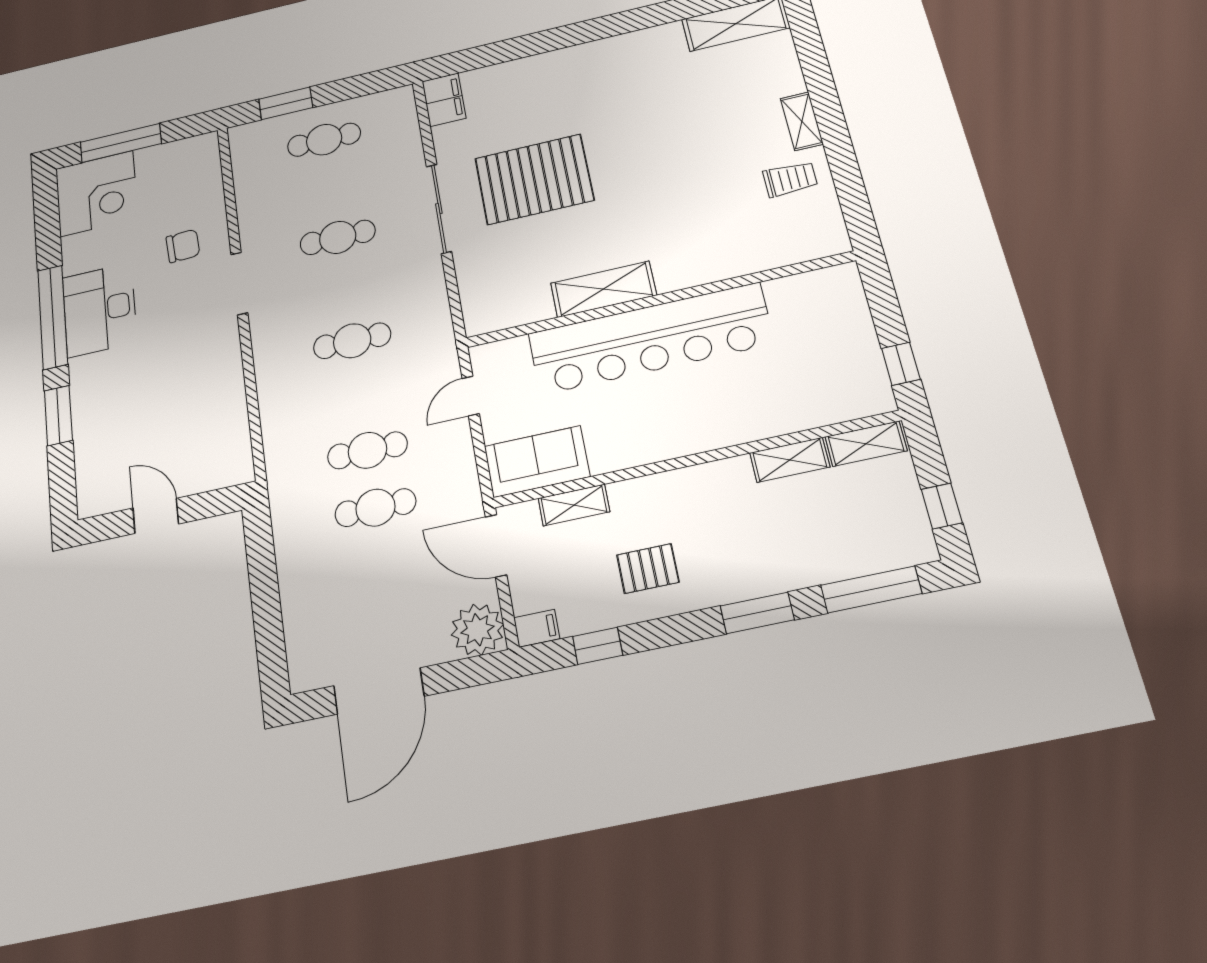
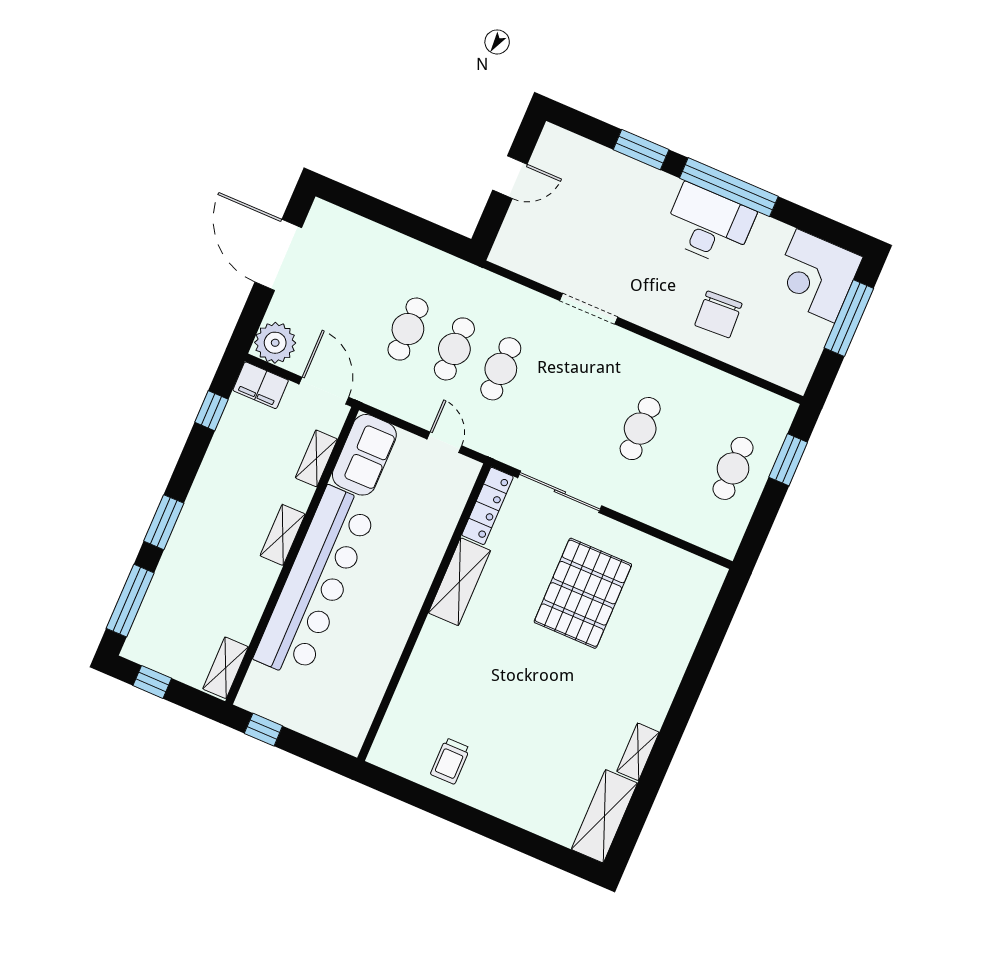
filing cabinet: (444, 100) -> (701, 574), removed
shelving: (802, 121) -> (638, 752), moved, turned 90
sliding door: (439, 209) -> (560, 492), moved
chair: (183, 246) -> (718, 314), width x1.37, depth x1.37
doorway: (239, 283) -> (589, 309), moved
locker: (508, 315) -> (488, 506), added
bar counter: (650, 339) -> (316, 583), moved, turned 180
cafe table: (352, 341) -> (501, 369), moved
shelving: (790, 460) -> (283, 535), moved
door: (496, 546) -> (324, 391), hinge flipped
pallet: (648, 569) -> (240, 476), removed
filing cabinet: (537, 628) -> (261, 385), width x2.00

